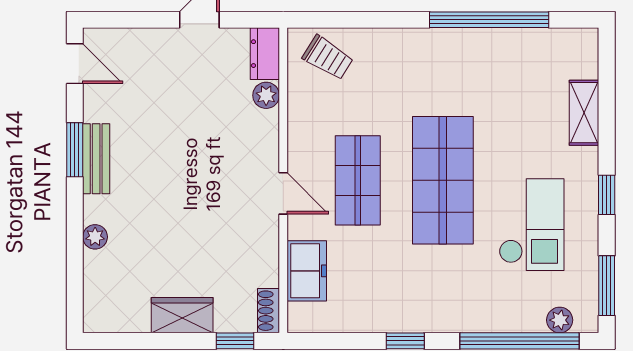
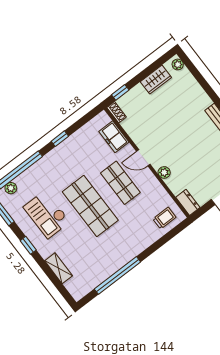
trolley: (328, 58) -> (164, 218), turned 148
plant: (266, 95) -> (164, 172), moved
plant: (95, 237) -> (178, 64), moved
wardrobe: (182, 315) -> (156, 80), moved

